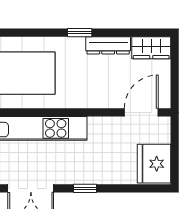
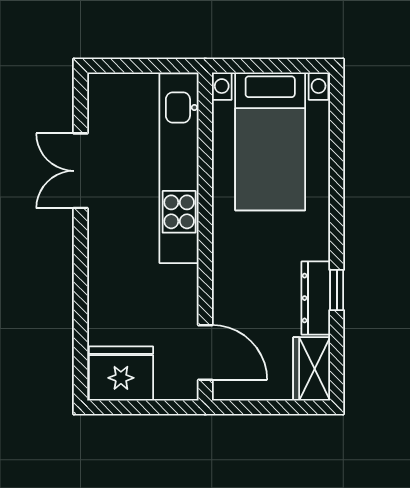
window: (80, 33) -> (337, 290), moved
window: (85, 188) -> (80, 260), removed

